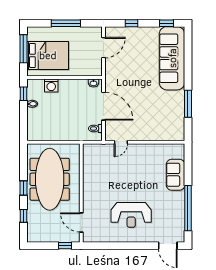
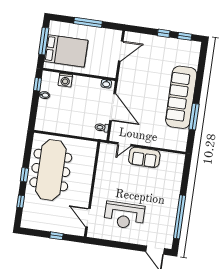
window: (131, 23) -> (164, 33), moved
sofa: (172, 58) -> (181, 97), moved
sofa: (176, 175) -> (144, 157), moved, turned -90
wall: (81, 193) -> (92, 189), moved
door: (81, 222) -> (88, 218), moved

